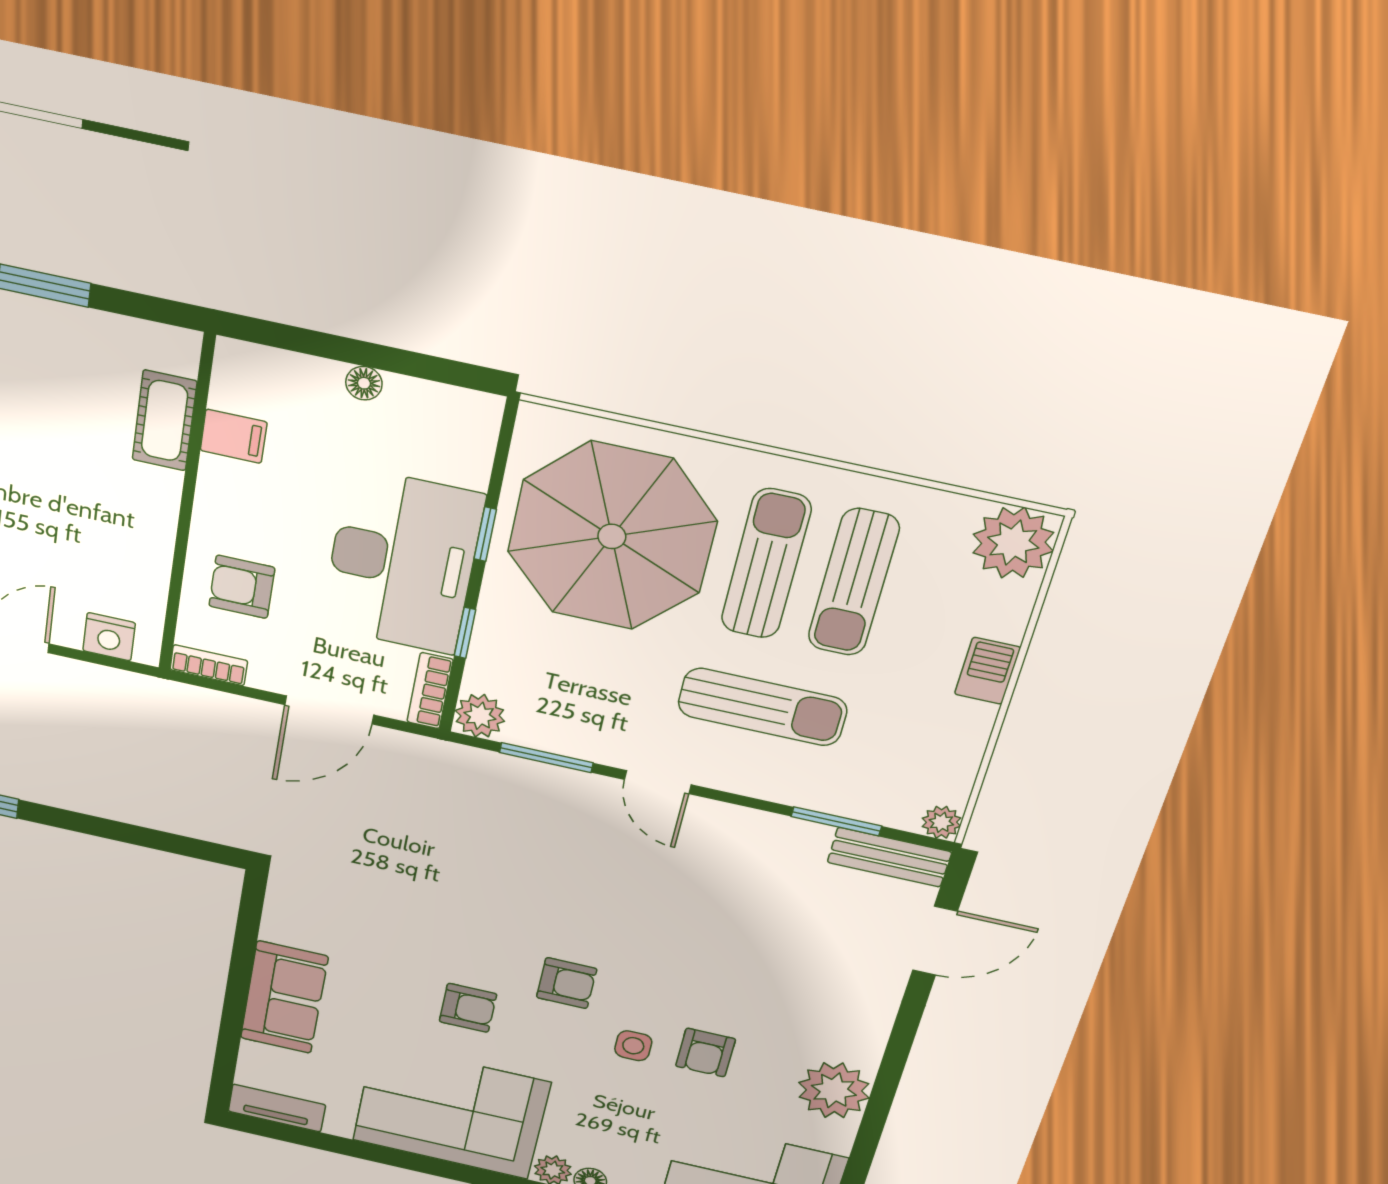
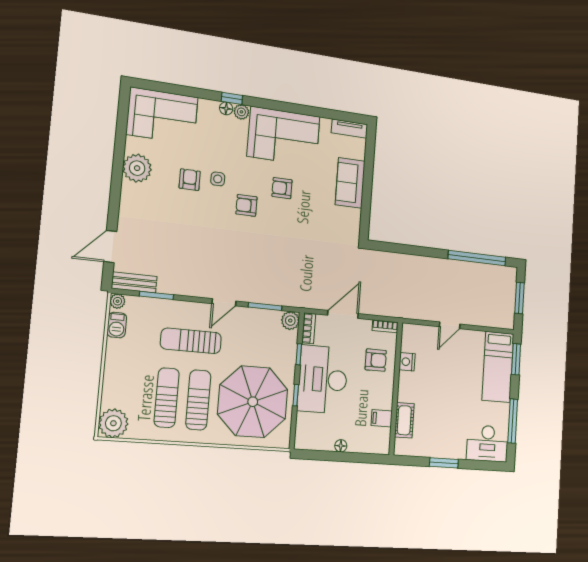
sun lounger: (766, 564) -> (198, 400), turned 180
nightstand: (109, 637) -> (407, 362), moved, turned -90
barbecue: (988, 671) -> (117, 325), moved
door: (658, 782) -> (224, 302), swing flipped

